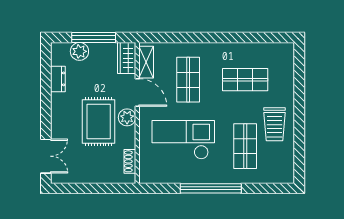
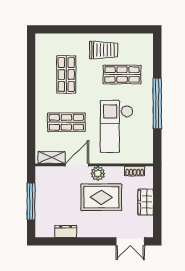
plant: (79, 51) -> (43, 213), removed
wardrobe: (127, 58) -> (146, 202), moved, turned 90
double door: (46, 156) -> (130, 241), swing flipped

